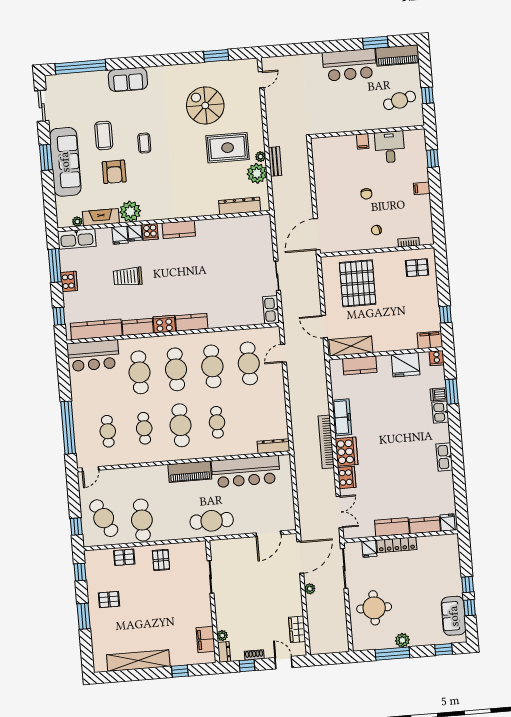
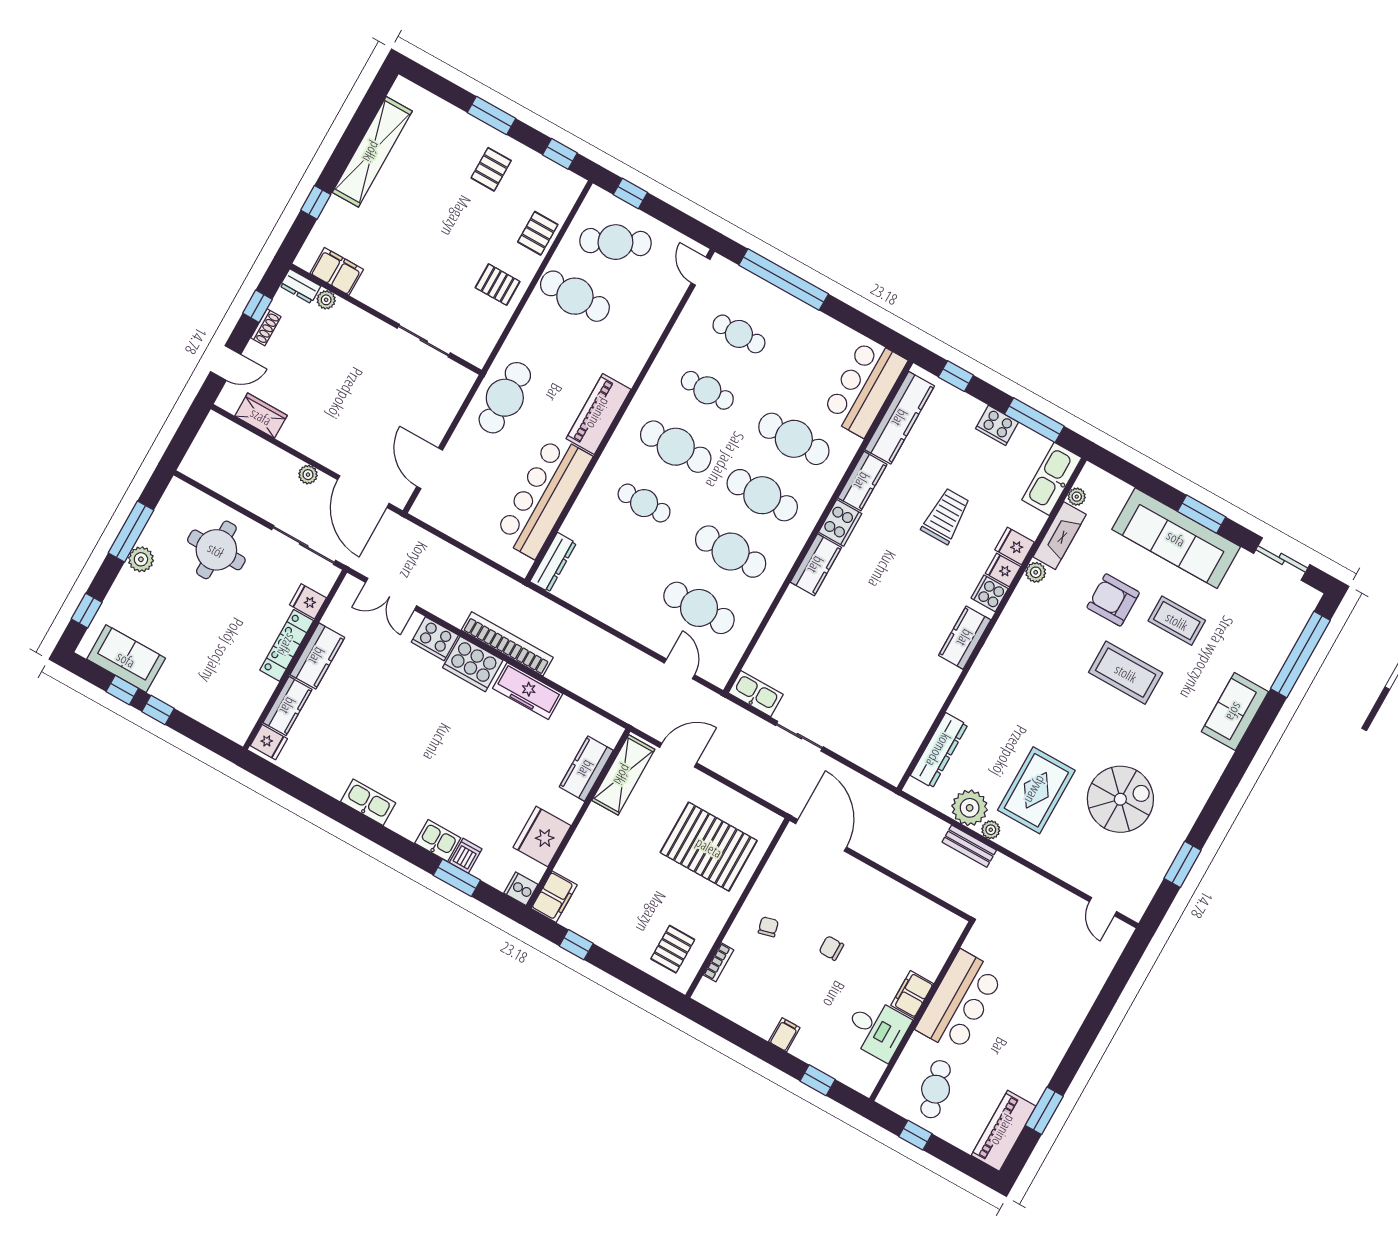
bar counter: (350, 65) -> (960, 1001), moved, turned 180
filing cabinet: (363, 141) -> (912, 994), width x2.00
coffee table: (144, 143) -> (1126, 673), width x1.86, depth x1.72
plant: (130, 211) -> (1036, 572), width x0.53, depth x0.53

